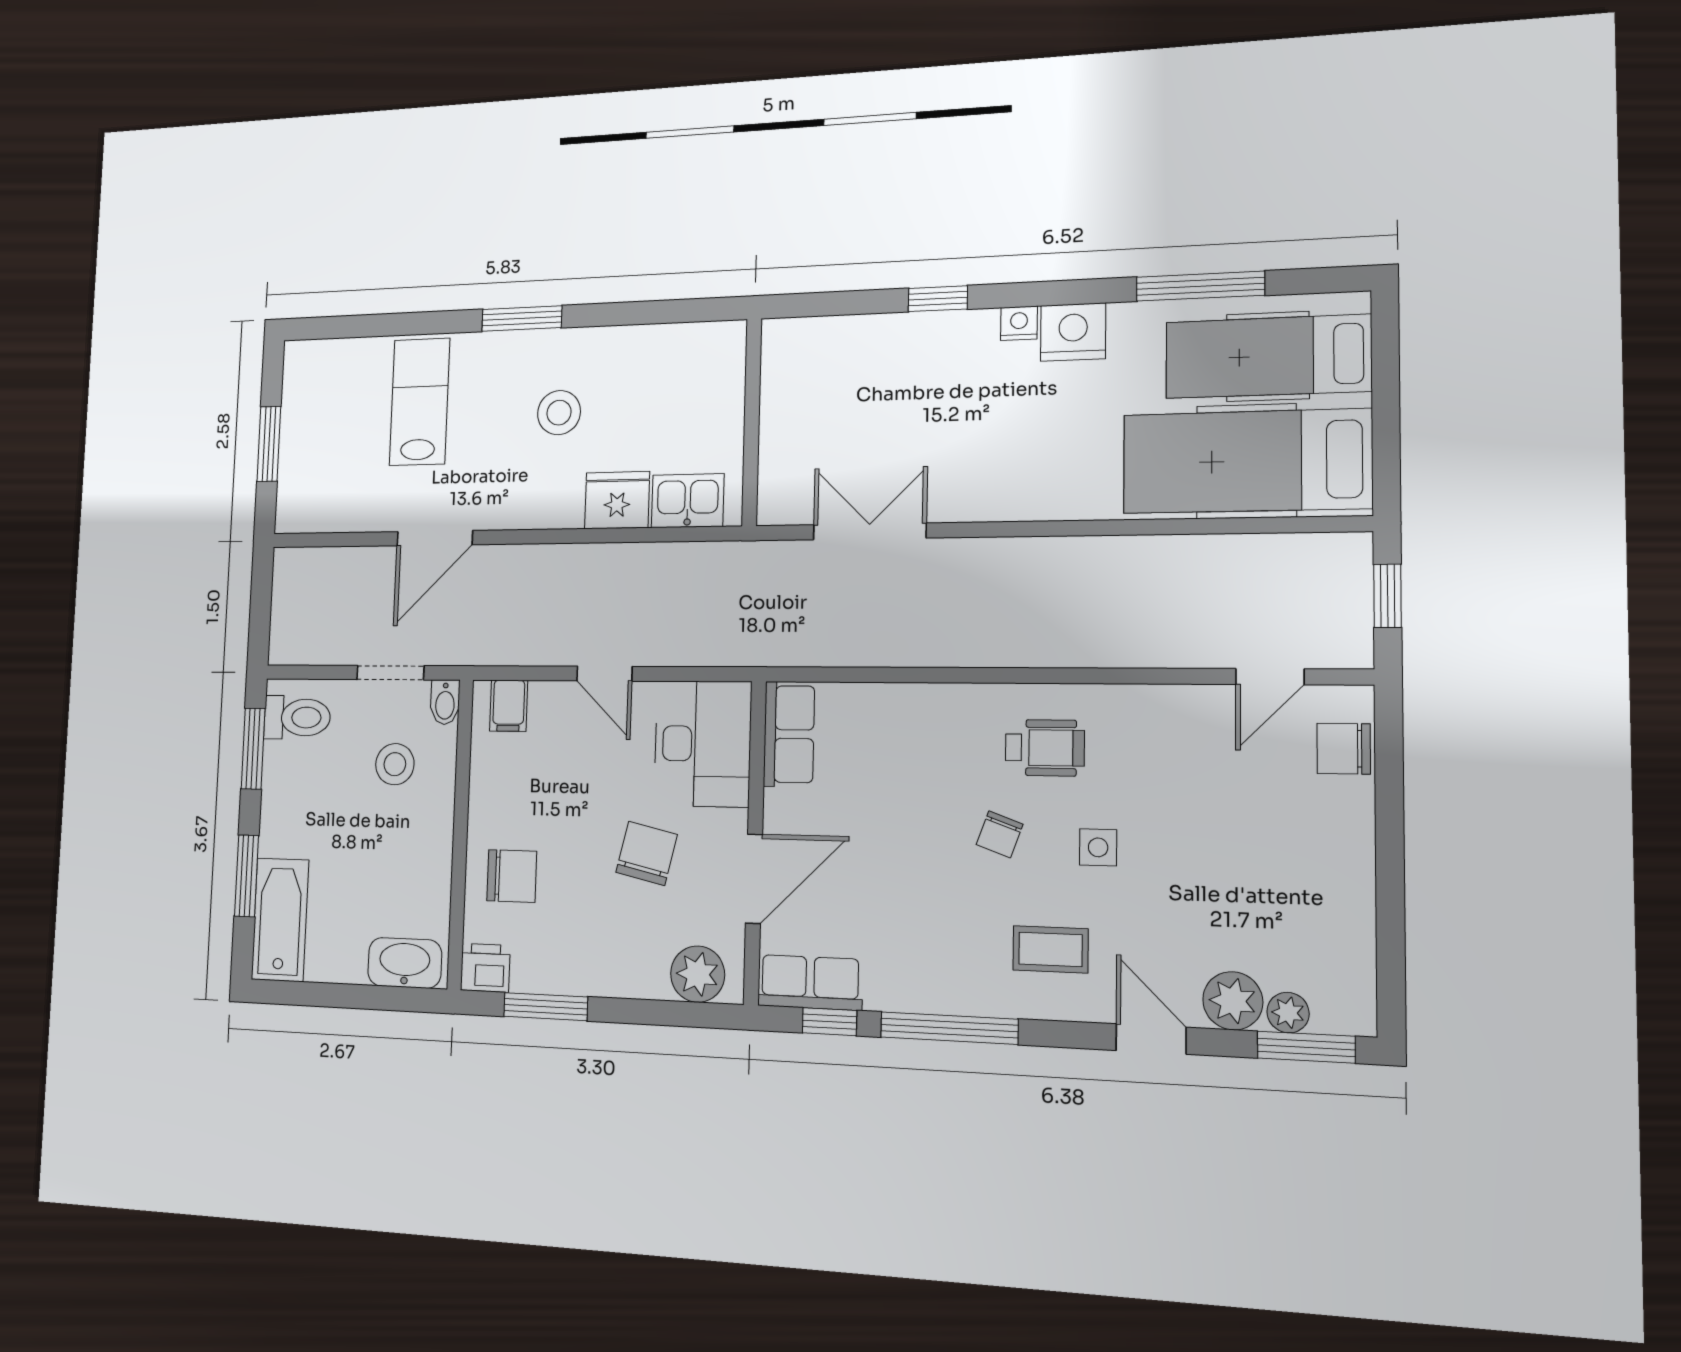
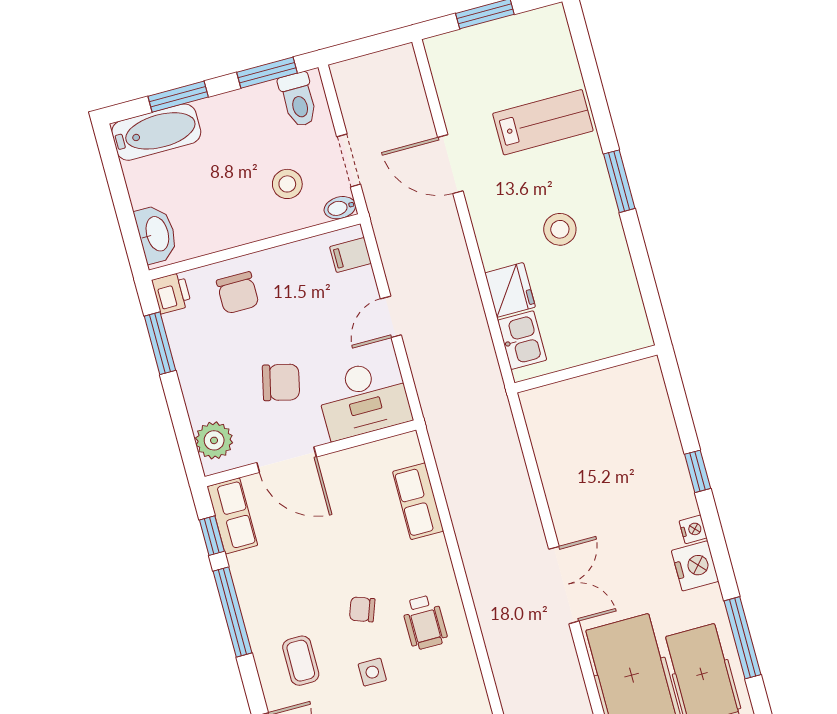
double door: (870, 531) -> (564, 585), moved
row of seats: (789, 734) -> (418, 501), moved, turned 90

